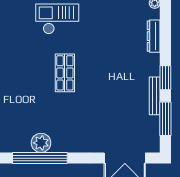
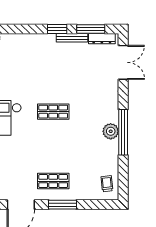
dresser: (154, 36) -> (102, 39), moved

